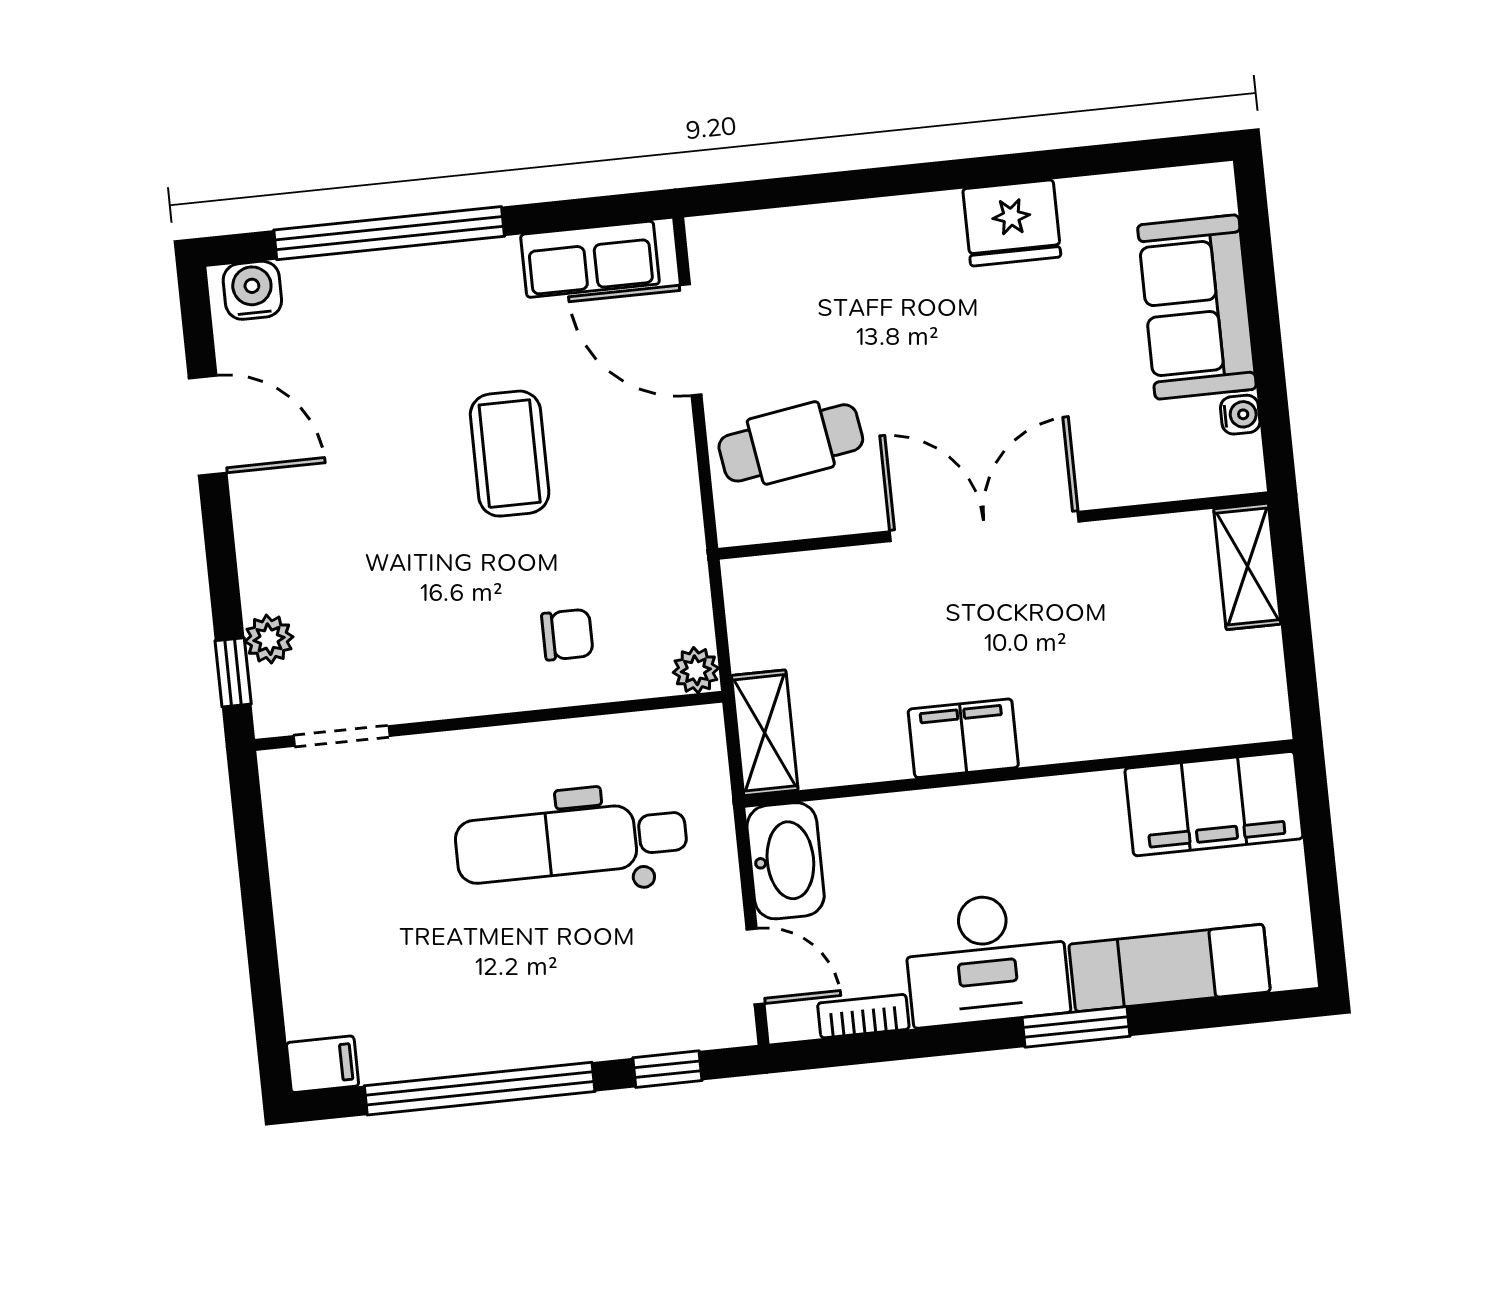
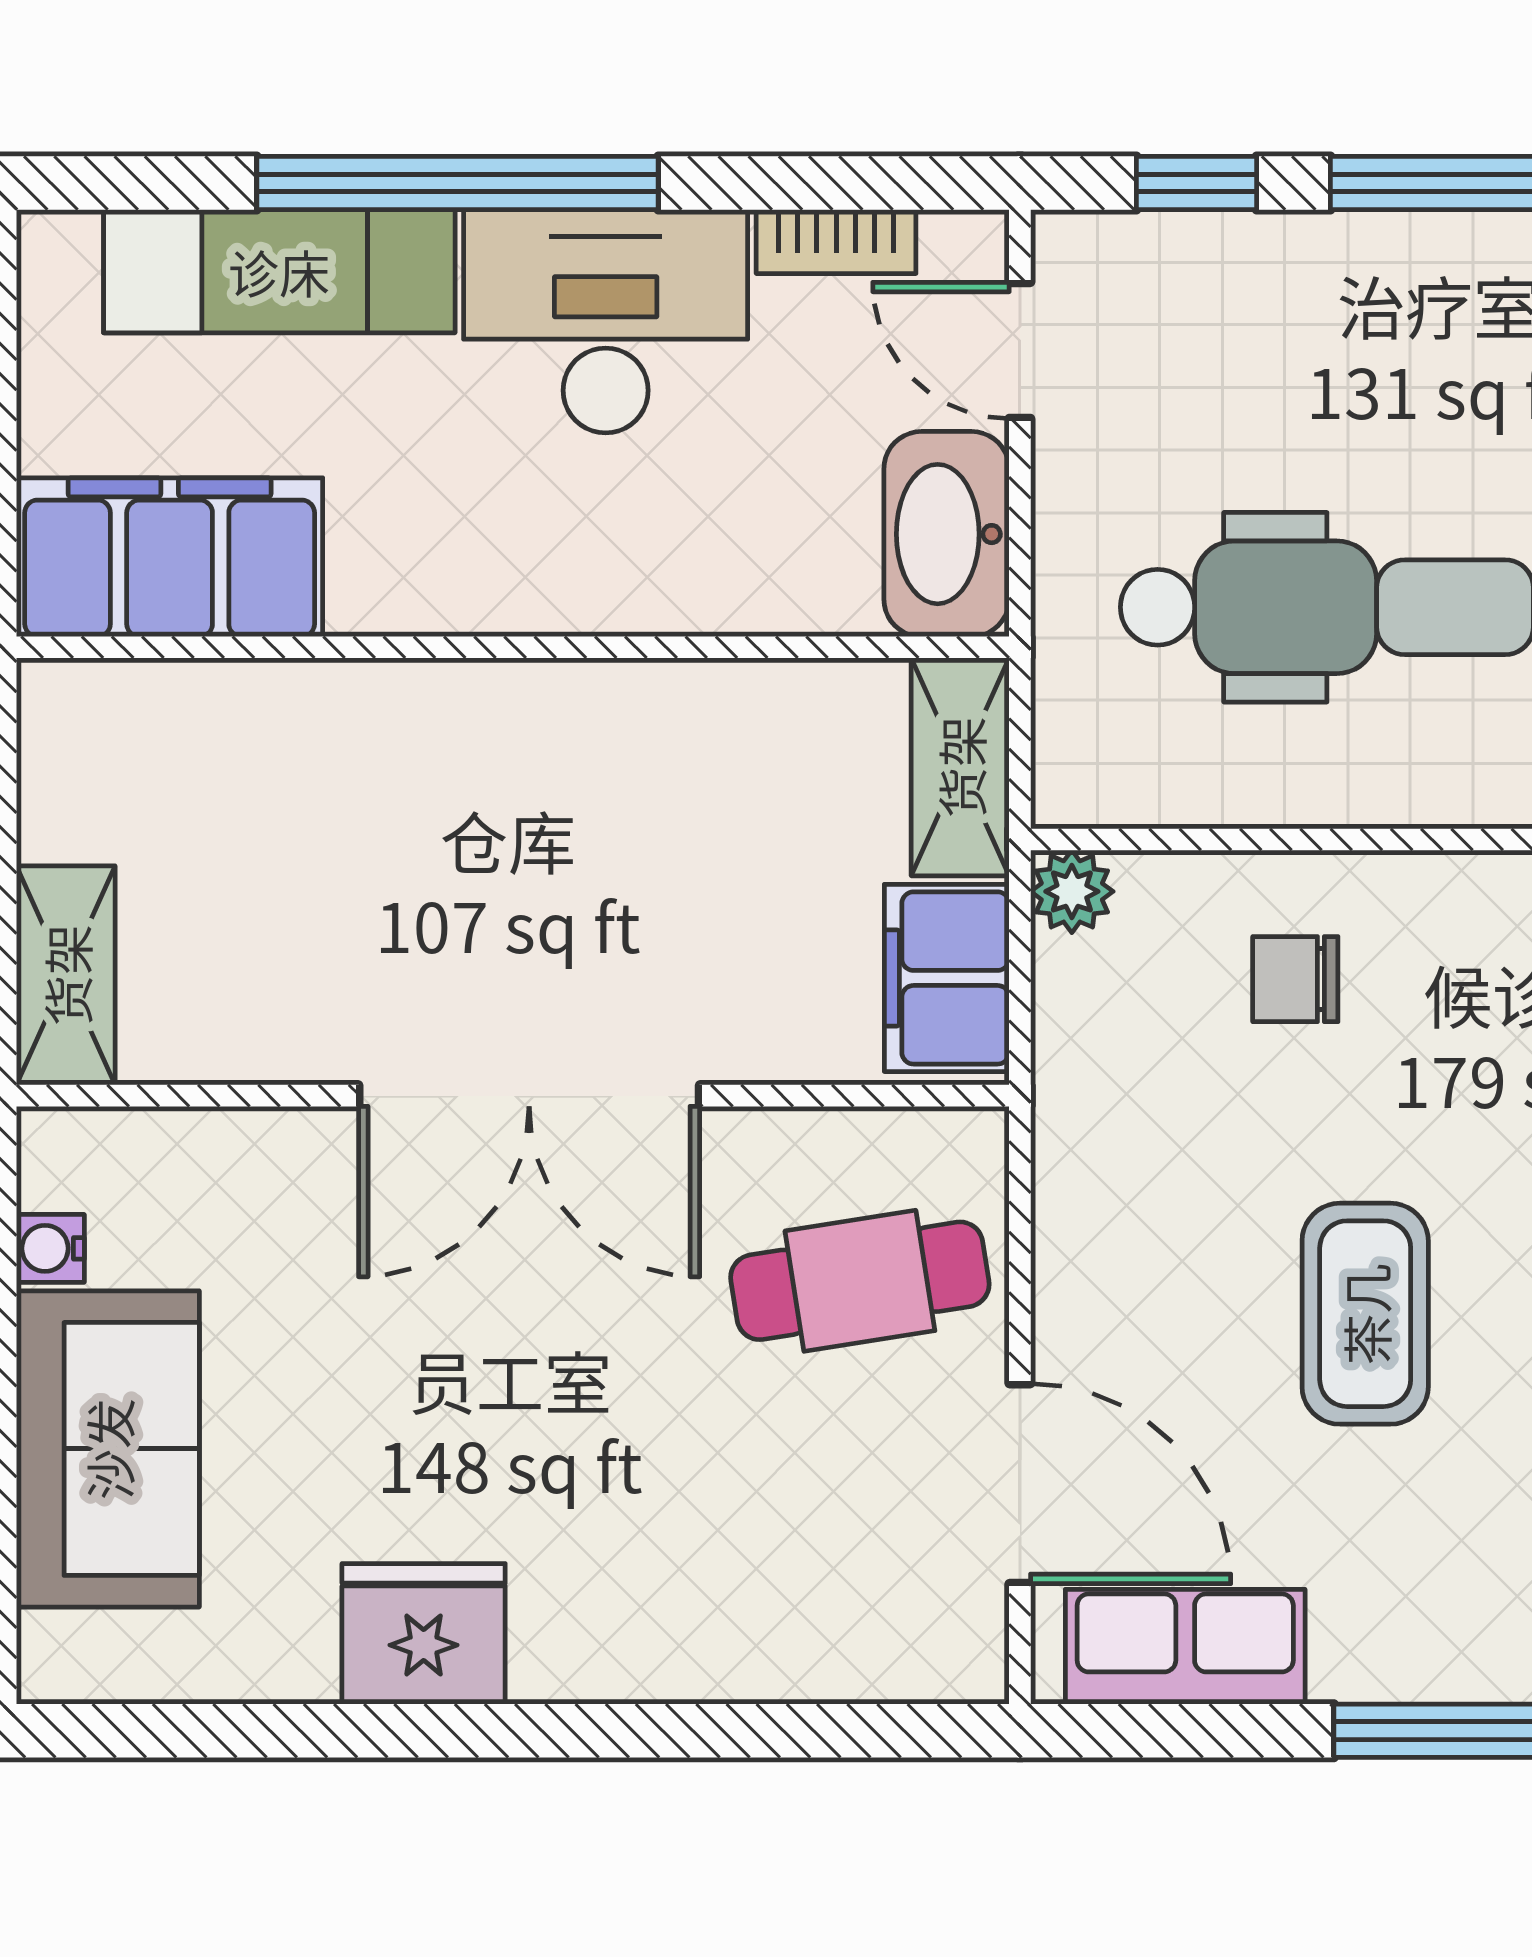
filing cabinet: (963, 738) -> (947, 978), moved, turned 90
window: (1076, 1027) -> (457, 183), width x2.11

